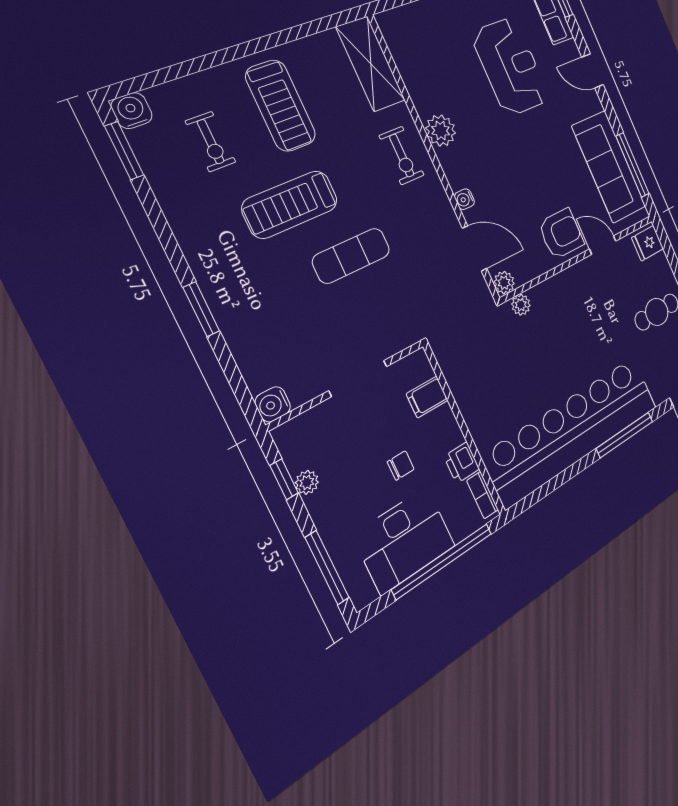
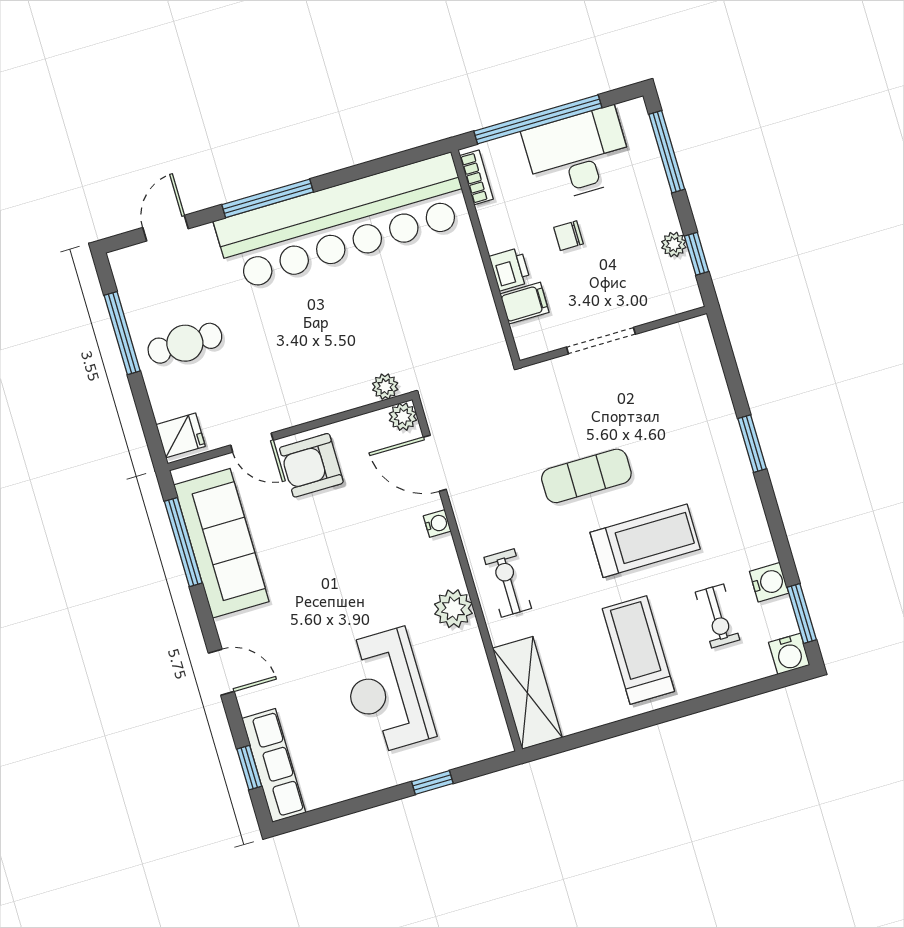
reception desk: (511, 67) -> (386, 691), moved
exercise bike: (211, 142) -> (718, 616), turned 180
water cooler: (273, 404) -> (769, 582), moved
printer: (462, 463) -> (510, 269), moved

